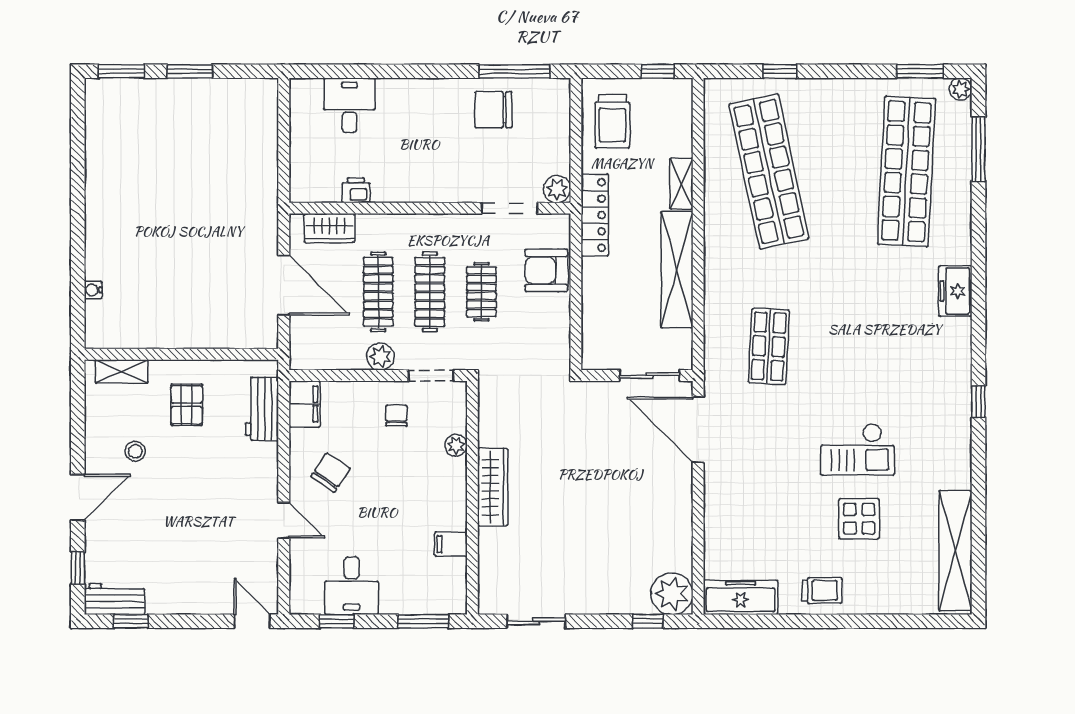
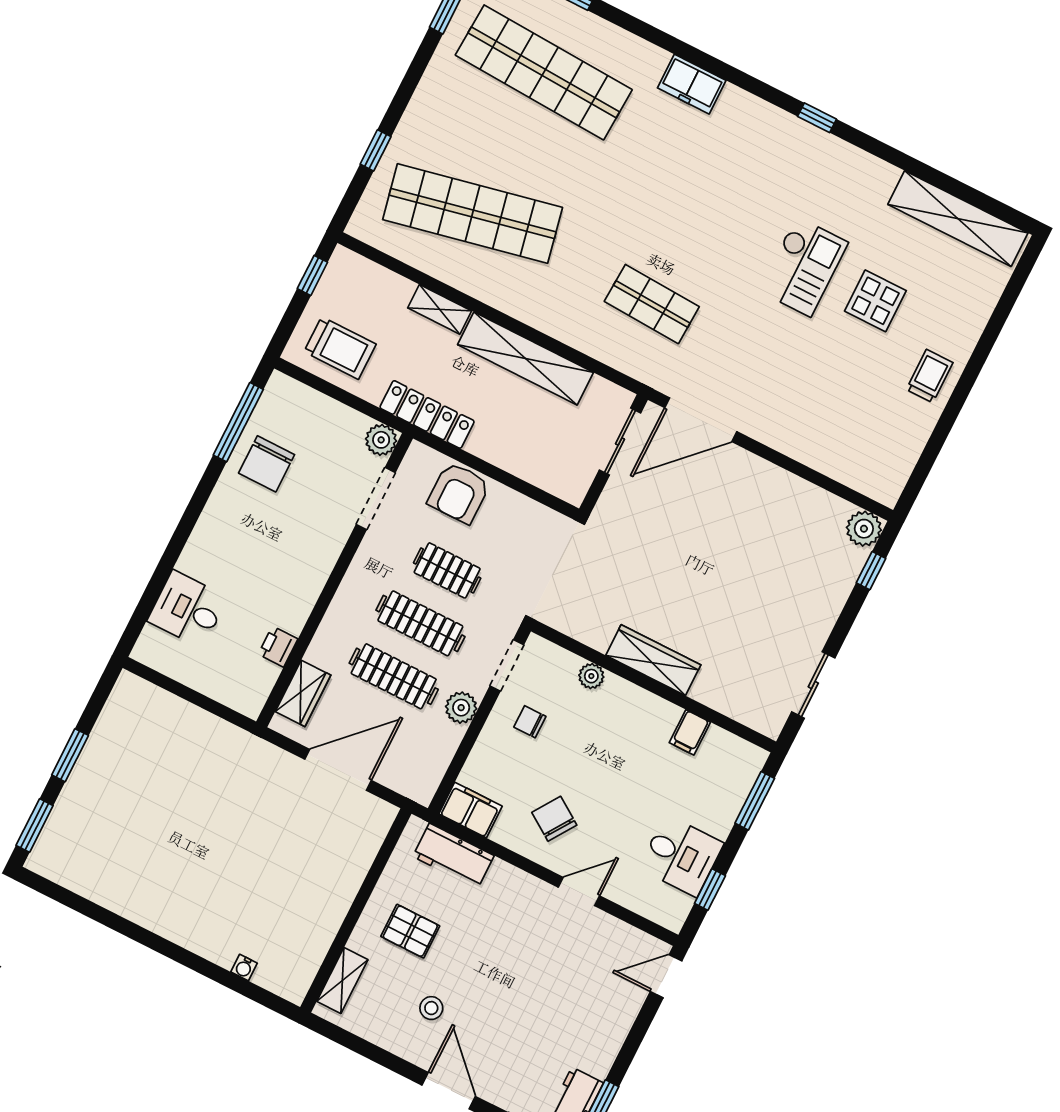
plant: (672, 594) -> (864, 529), width x0.73, depth x0.73
freezer: (741, 597) -> (895, 463), removed

